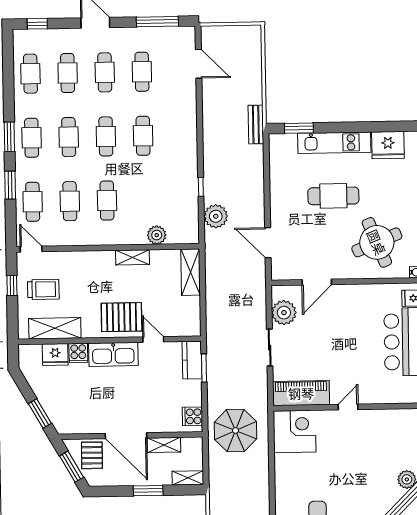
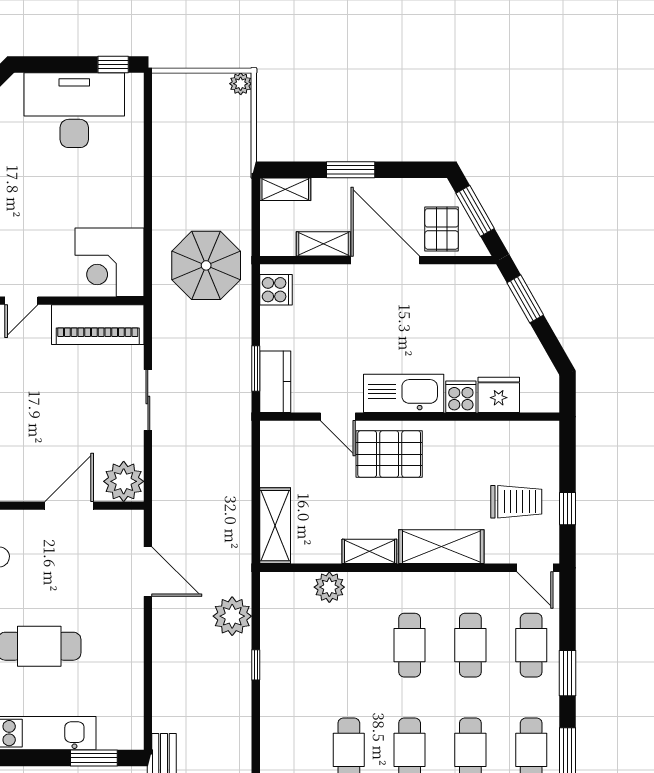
trolley: (43, 289) -> (516, 502), turned 180
plant: (284, 313) -> (124, 481), moved
shelving: (55, 328) -> (441, 547), moved

